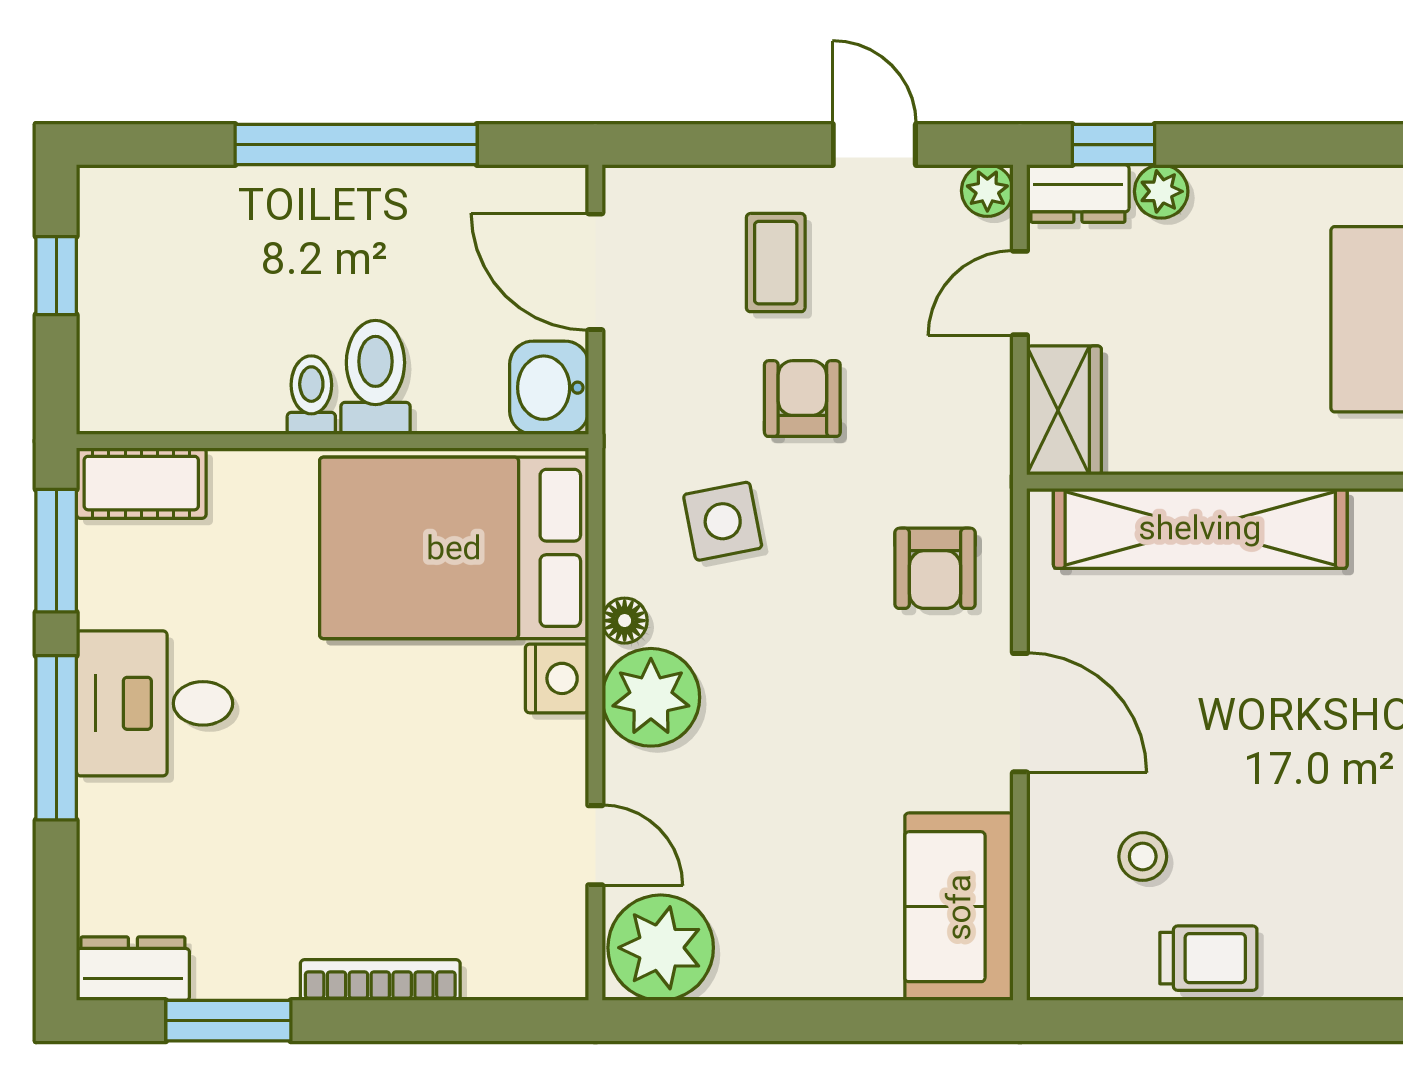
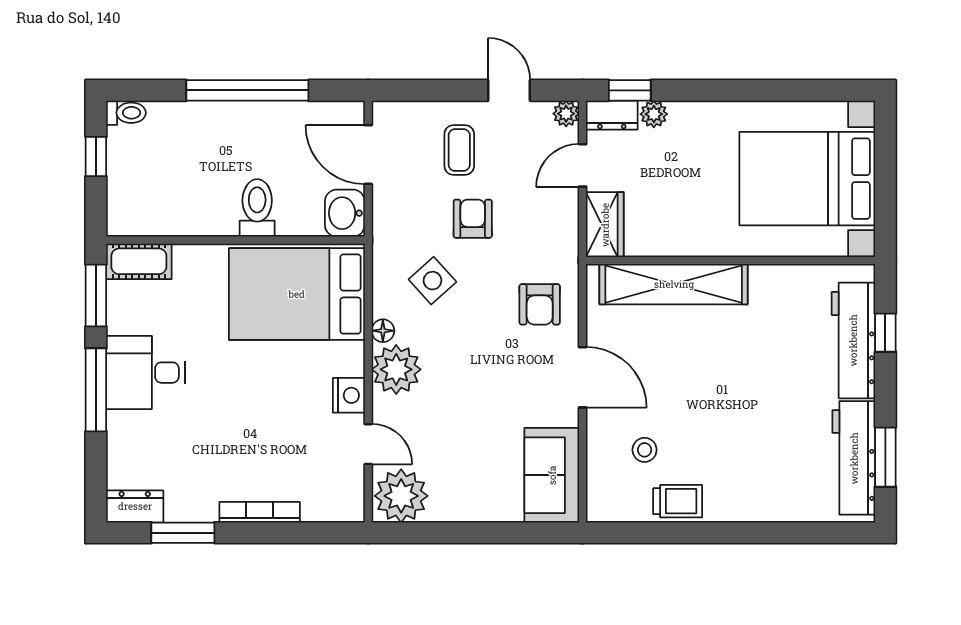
toilet: (311, 395) -> (126, 113), moved, turned 90
side table: (723, 521) -> (432, 281), turned -31
nightstand: (557, 678) -> (349, 395), moved

